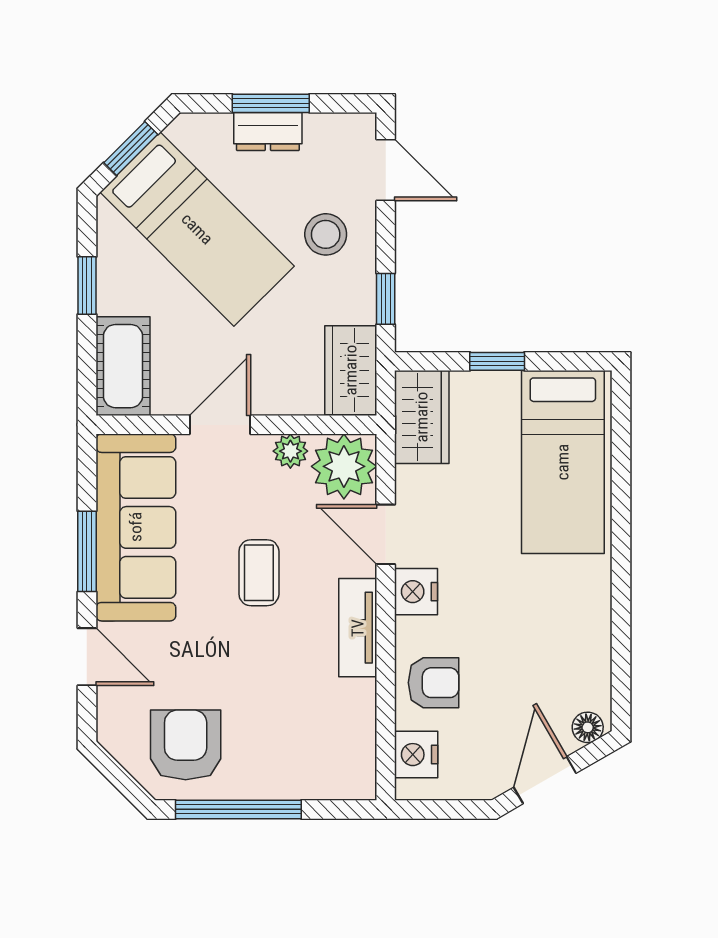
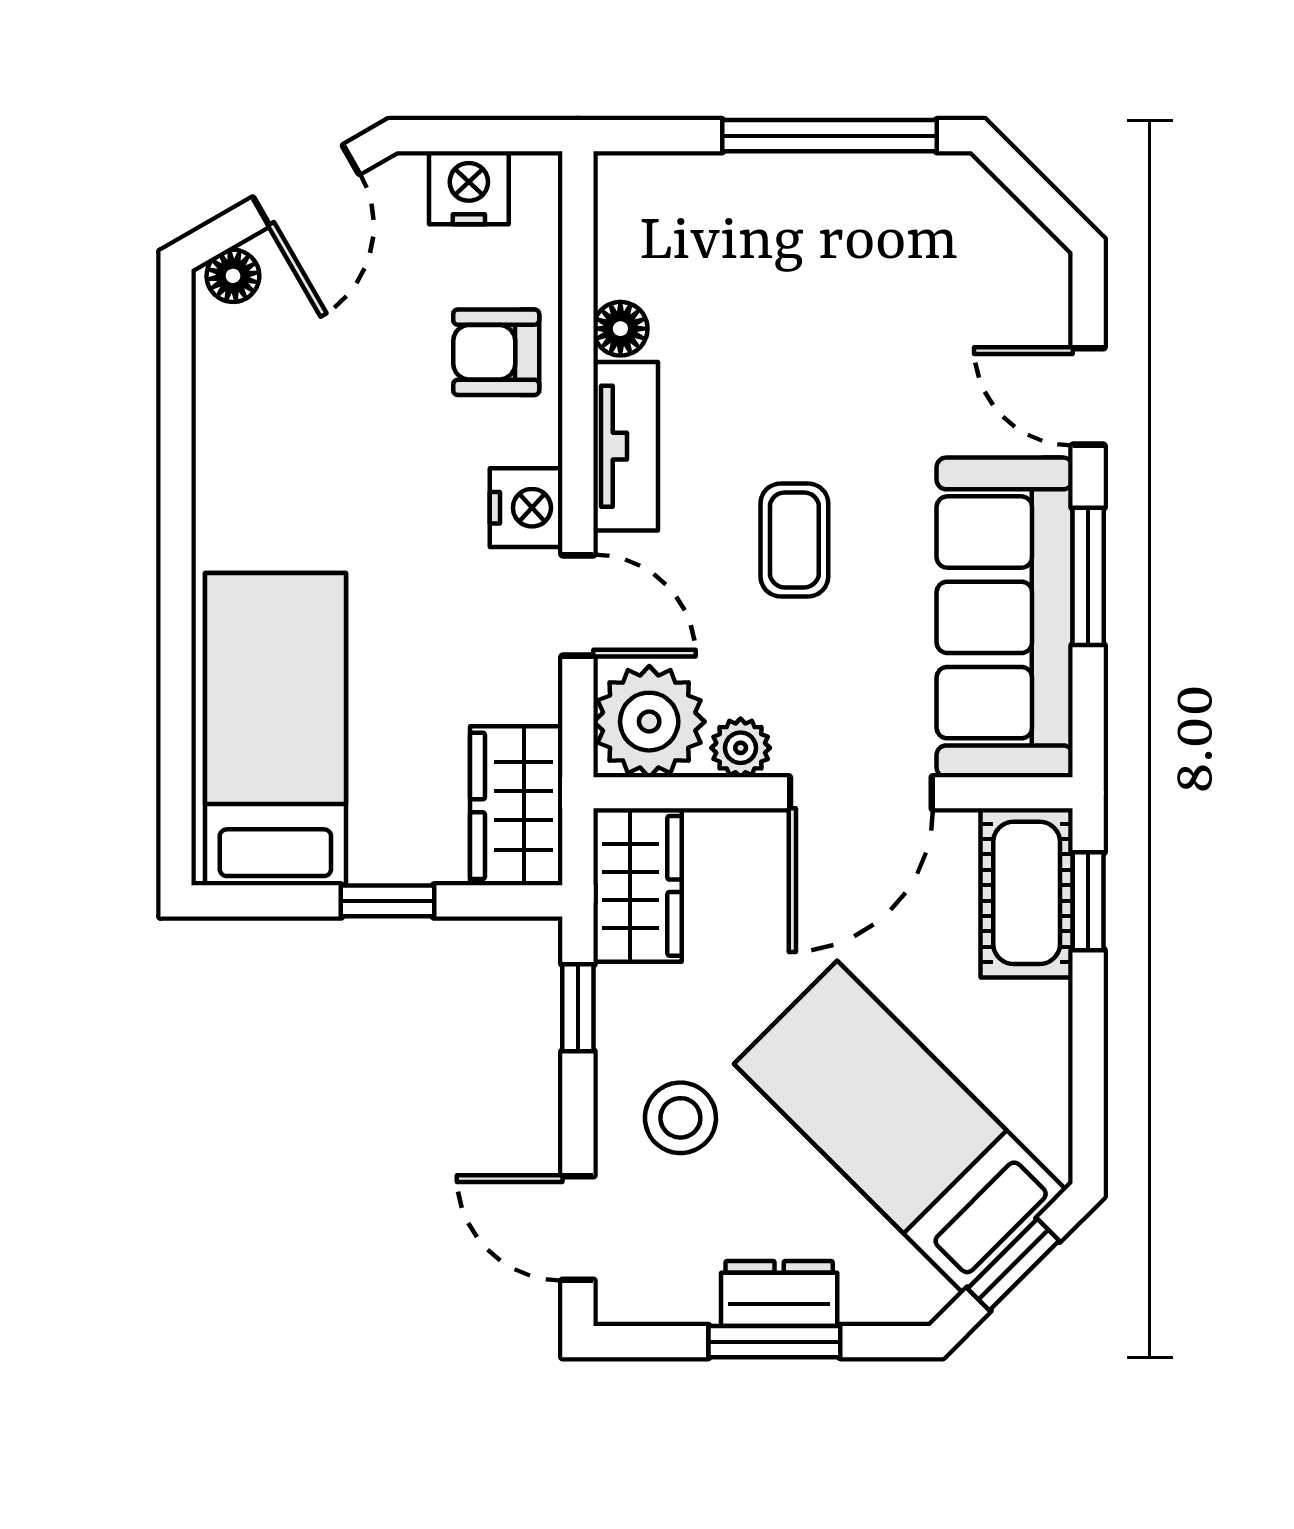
window: (87, 285) -> (1088, 901), moved
door: (220, 425) -> (861, 793), width x1.37
floor lamp: (361, 696) -> (620, 329), added
armchair: (186, 745) -> (920, 246), removed
nightstand: (416, 755) -> (469, 188), moved, turned -90

